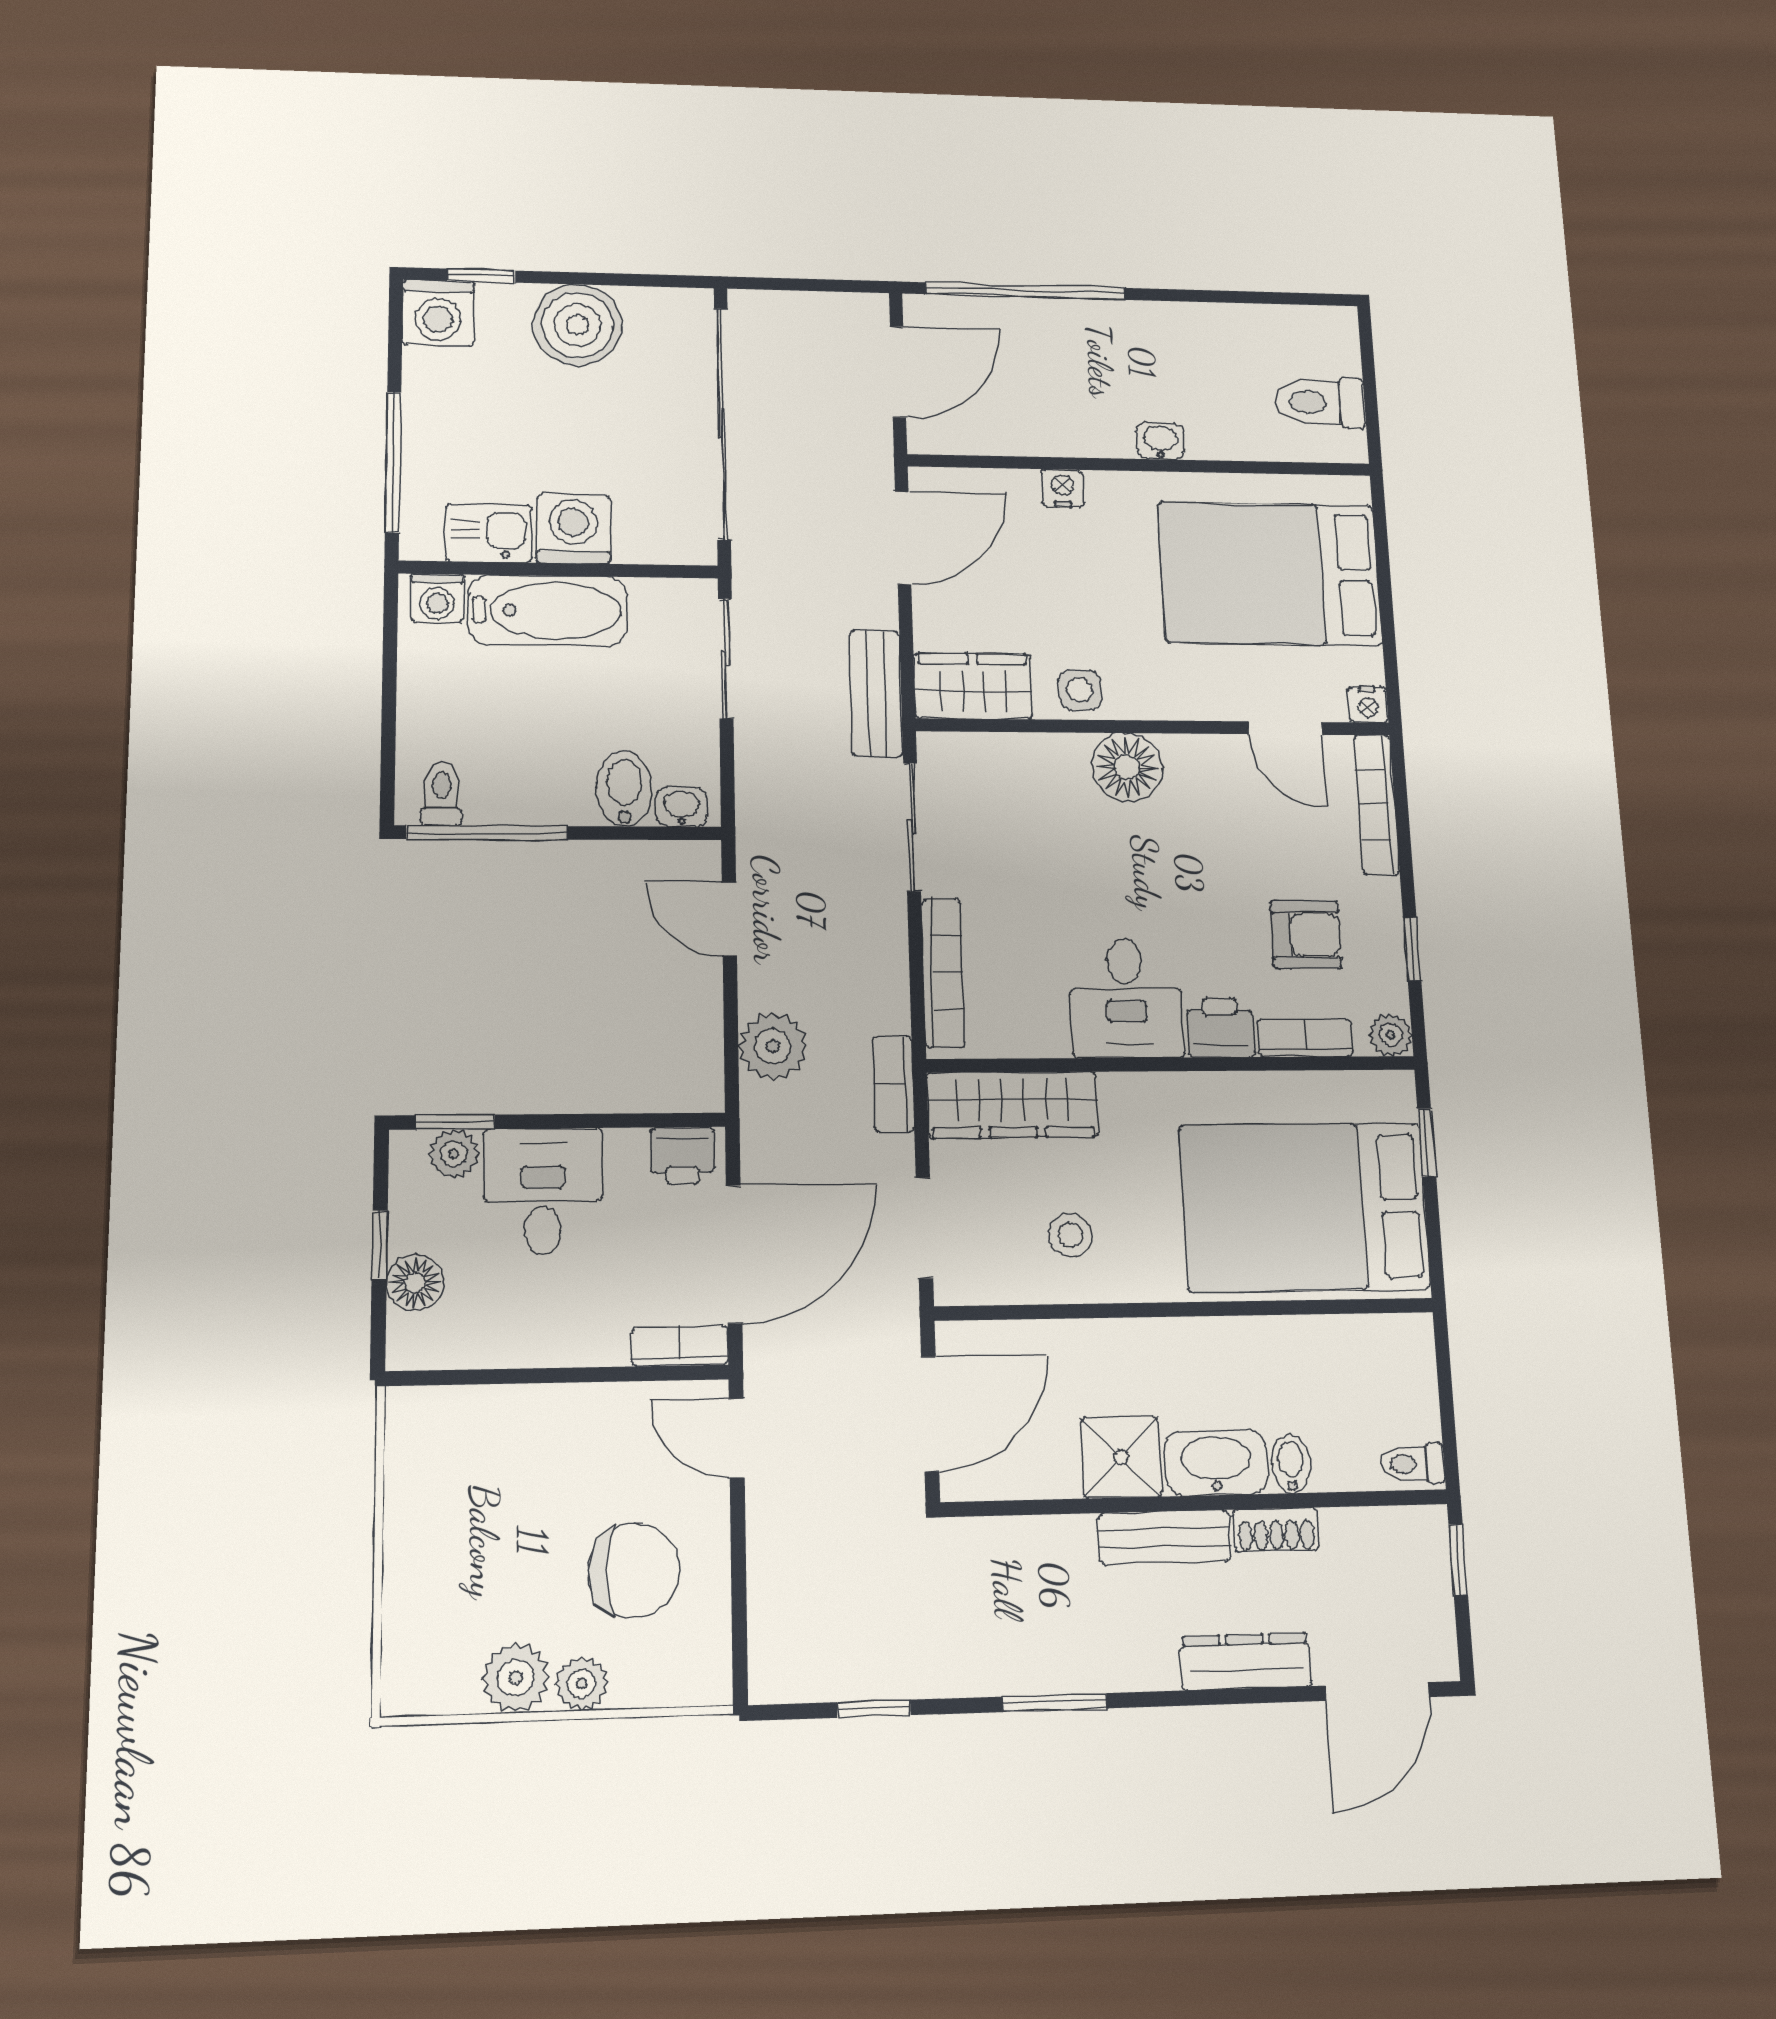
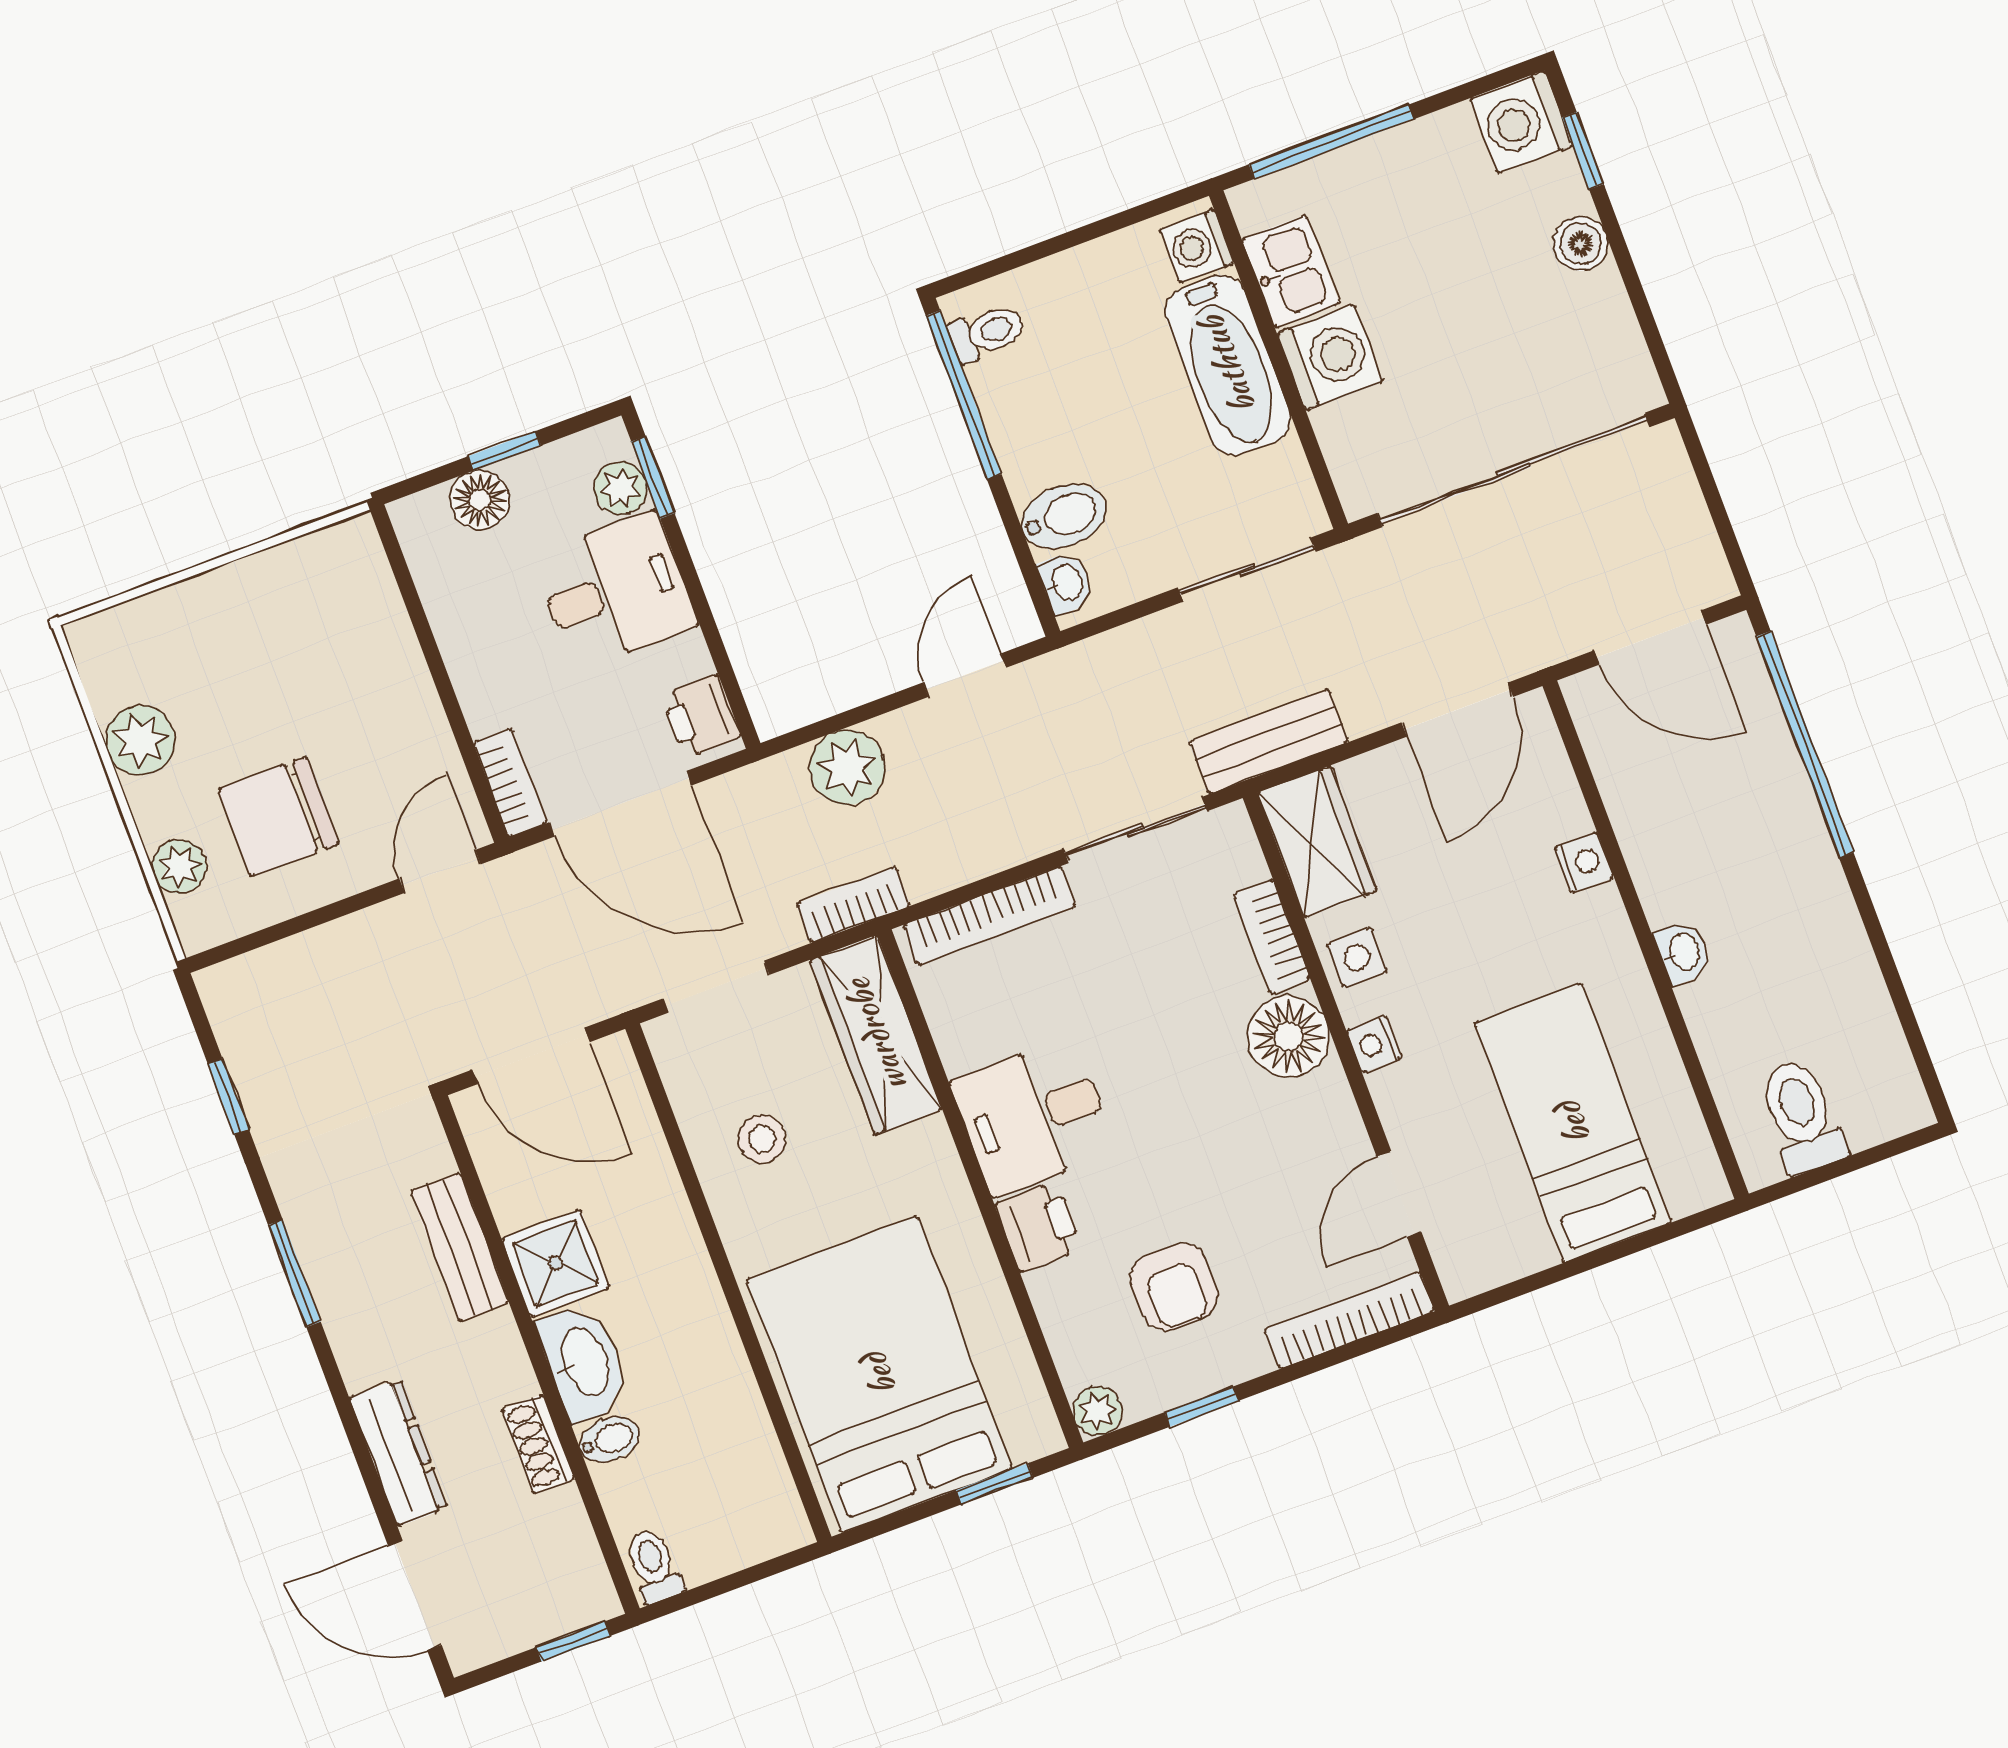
boiler: (578, 325) -> (1580, 244), width x0.54, depth x0.54
door: (903, 538) -> (1457, 710), hinge flipped
bed: (1270, 574) -> (1573, 1123), width x0.67
nightstand: (1368, 705) -> (1374, 1044), moved
bookcase: (1305, 1038) -> (1272, 937), moved, turned 180
bench: (1165, 1537) -> (460, 1247), moved
chair: (634, 1570) -> (279, 817), turned 89
plant: (582, 1684) -> (179, 867), moved

